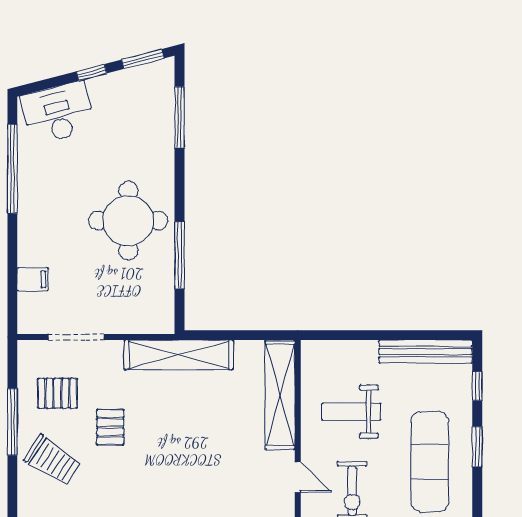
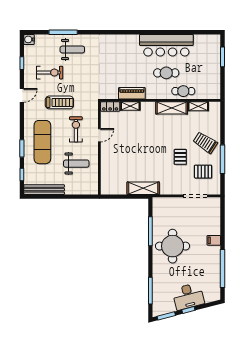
desk: (58, 113) -> (188, 296), moved
filing cabinet: (33, 279) -> (214, 240), moved
shelving: (179, 355) -> (143, 188), width x0.68
shelving: (280, 395) -> (107, 171), removed
door: (298, 477) -> (99, 135), swing flipped

